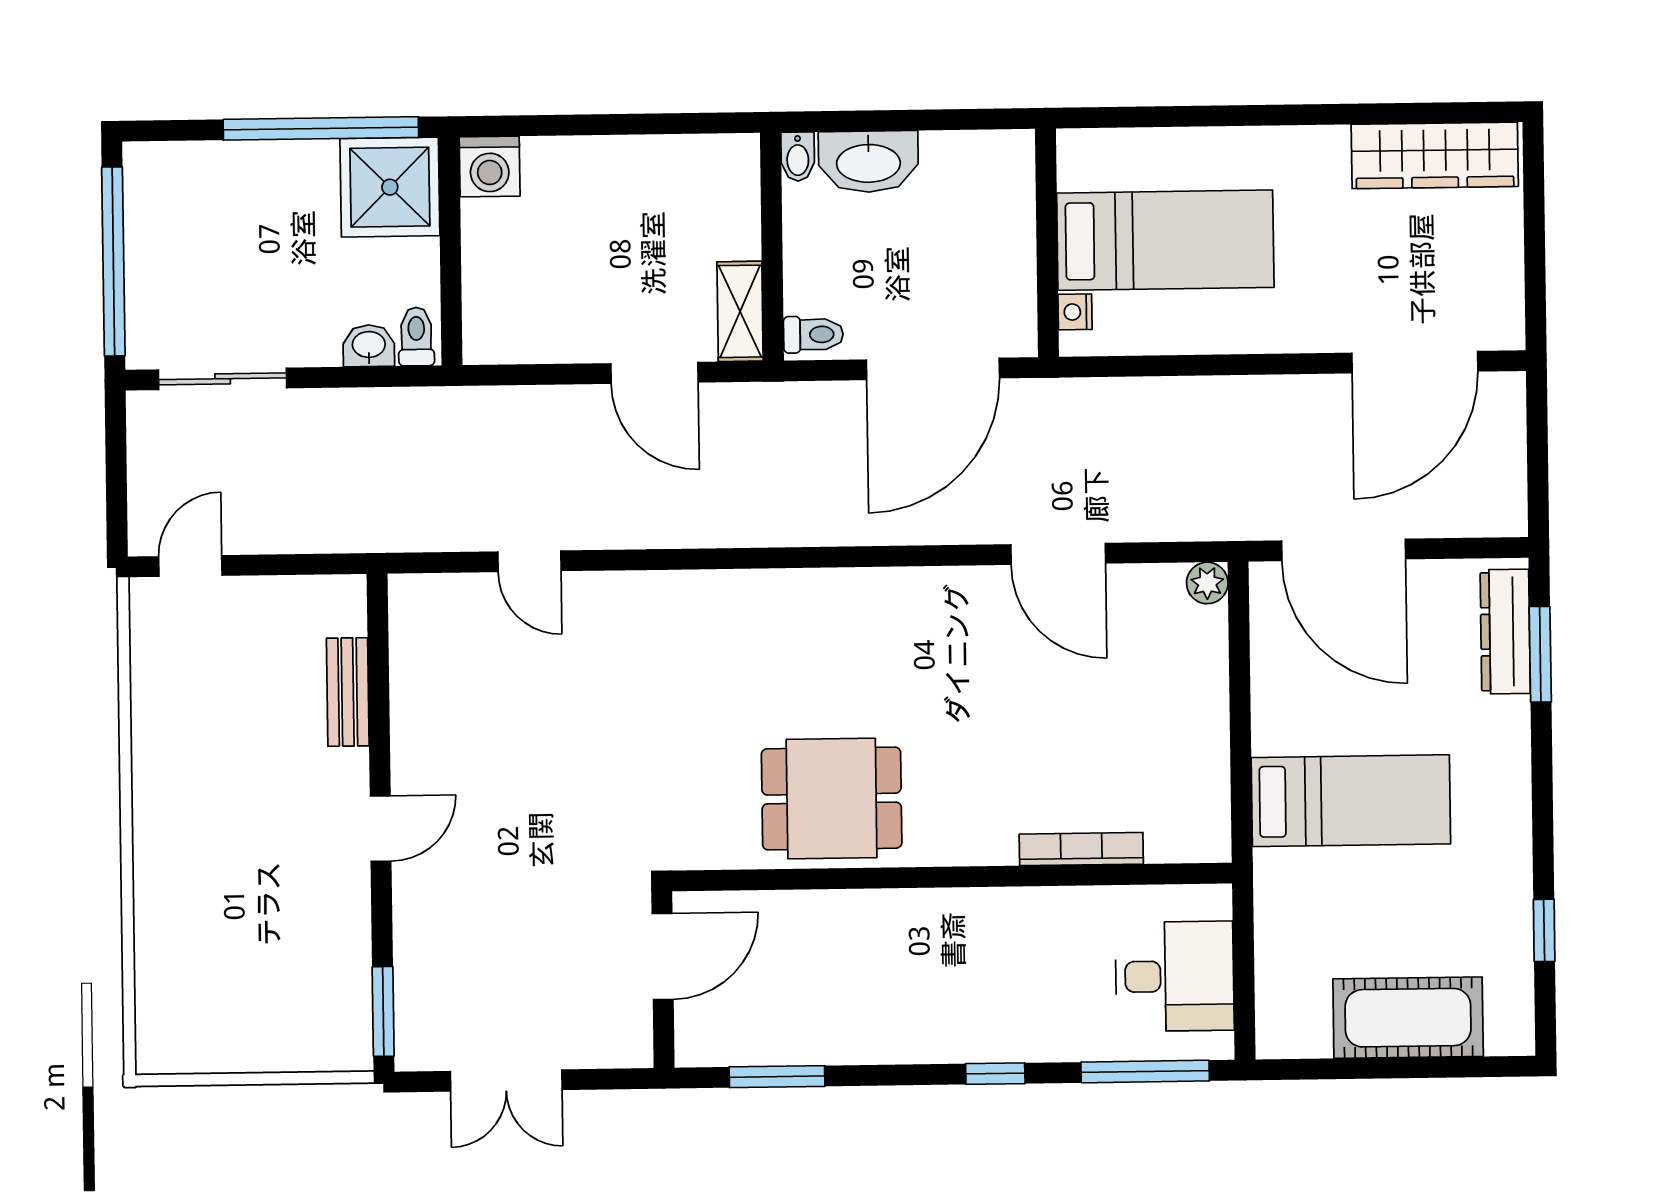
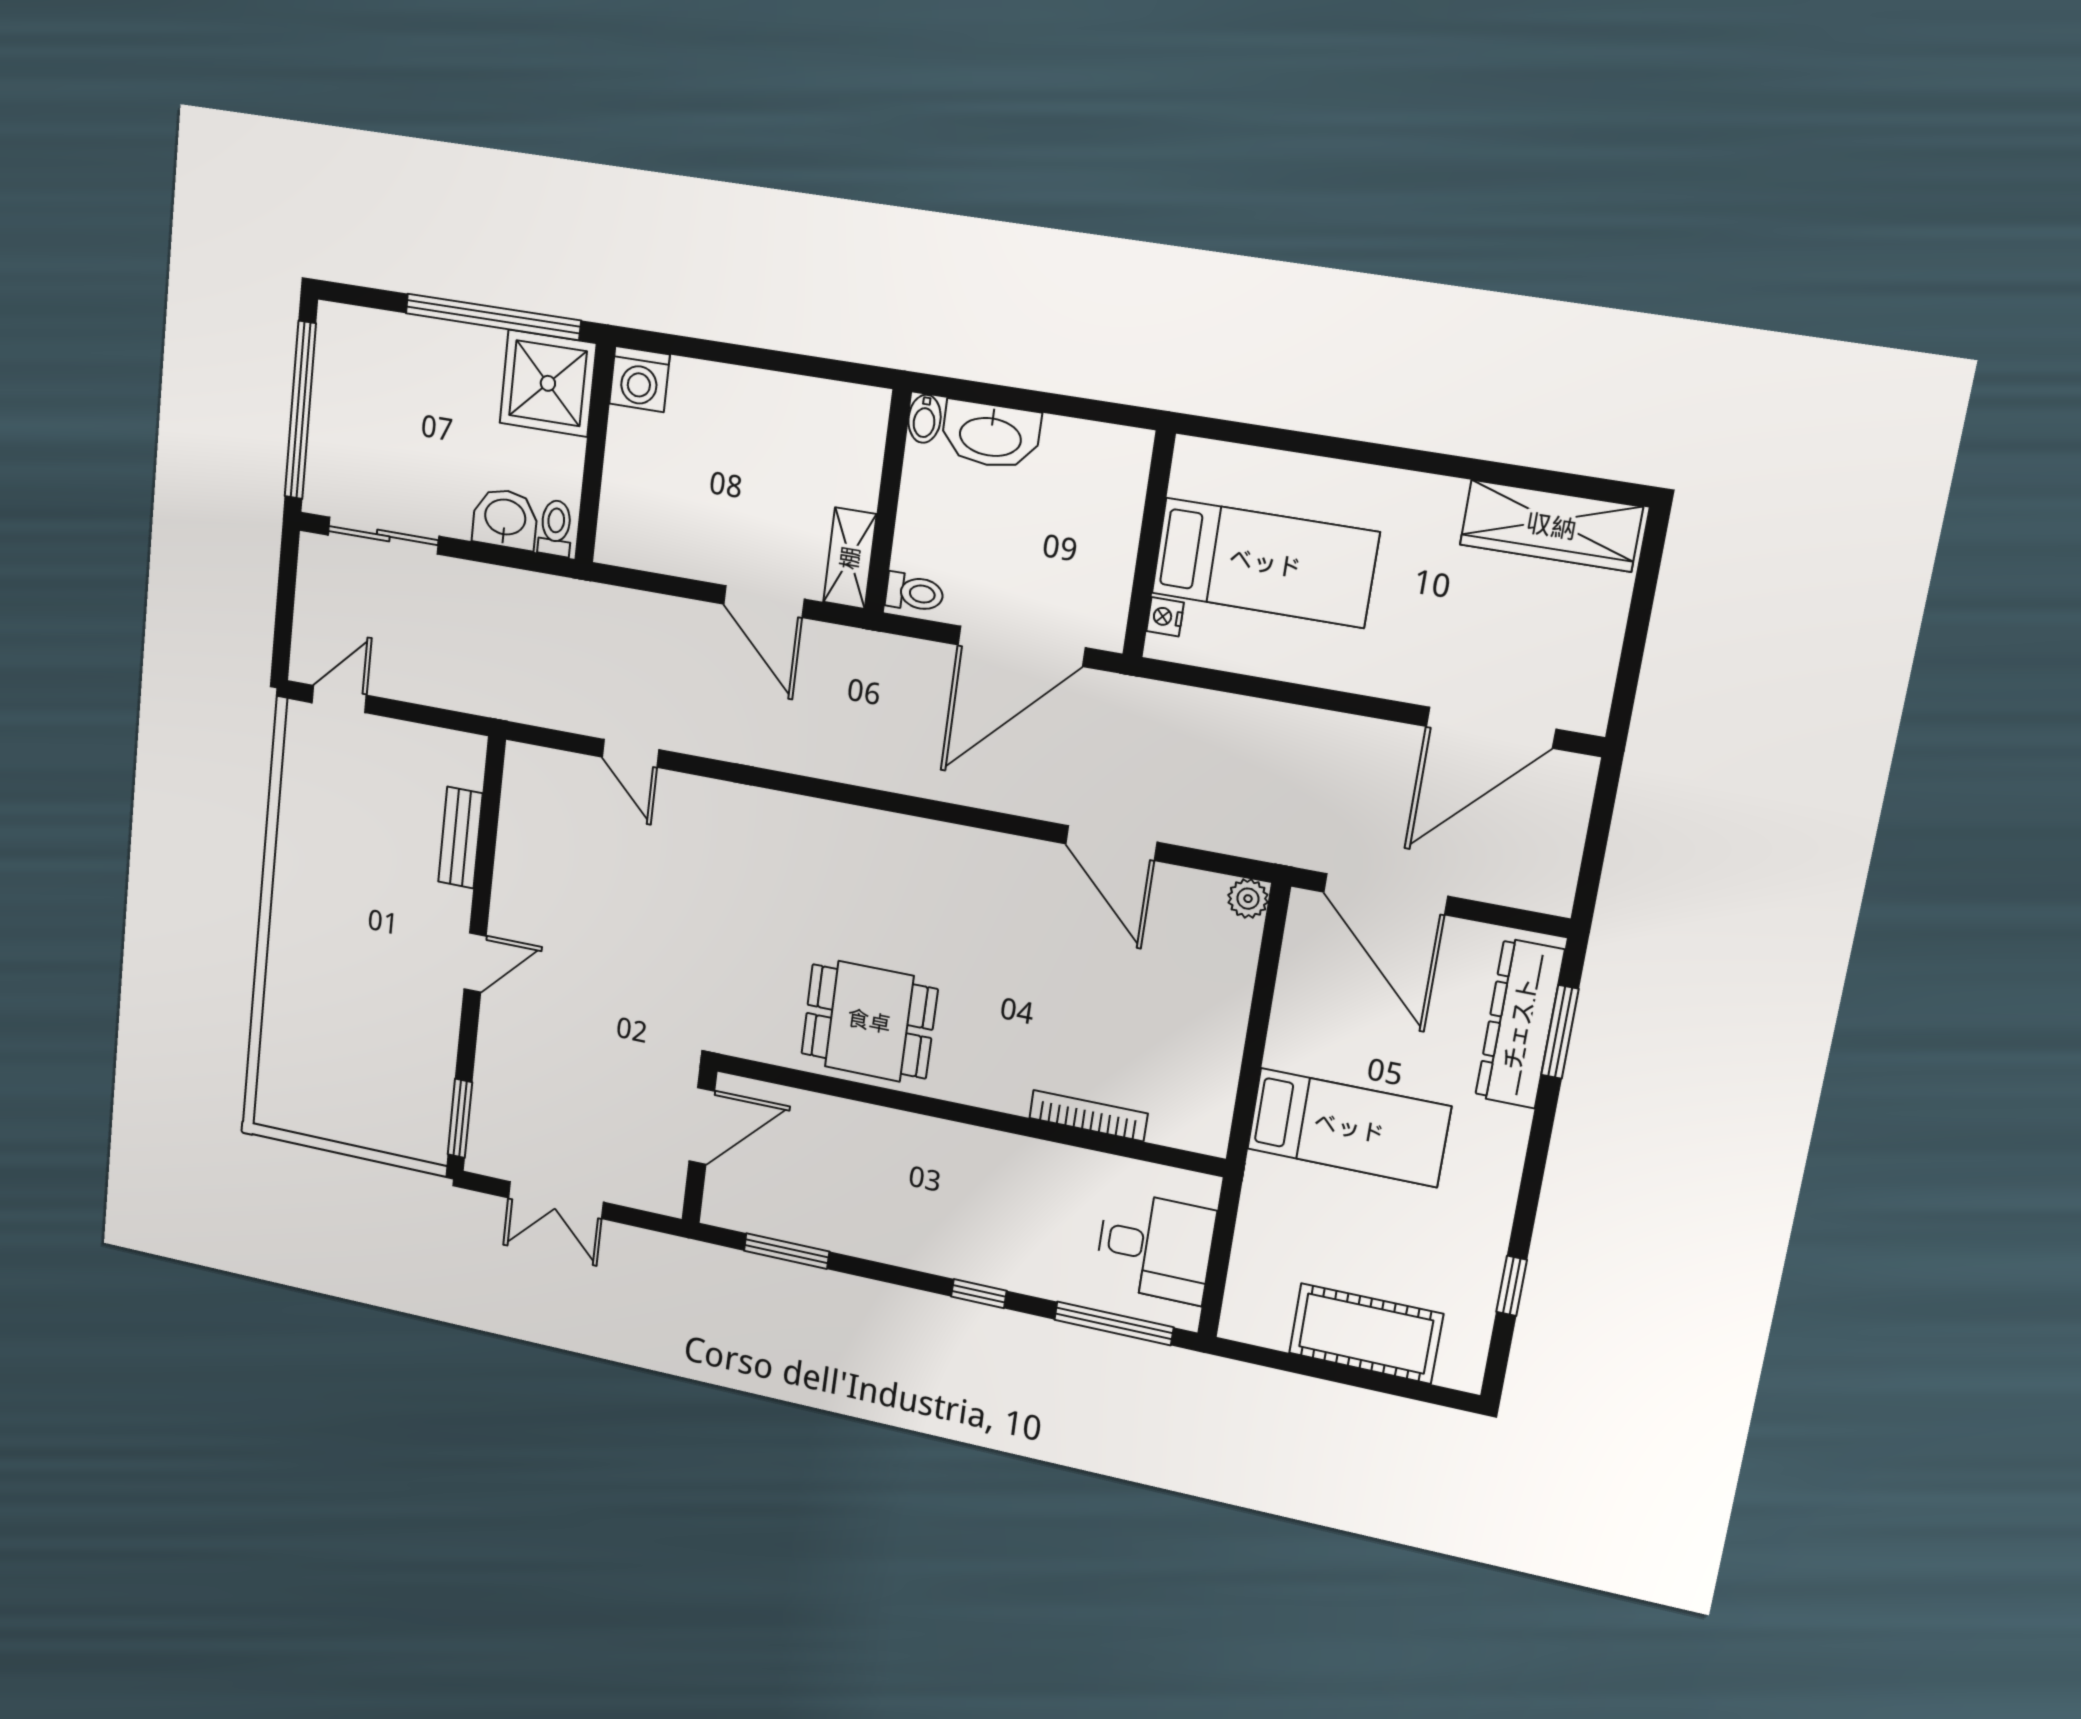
washbasin: (369, 346) -> (505, 519), width x1.38, depth x1.45
dresser: (1505, 632) -> (1520, 1024), width x1.37, depth x1.24

